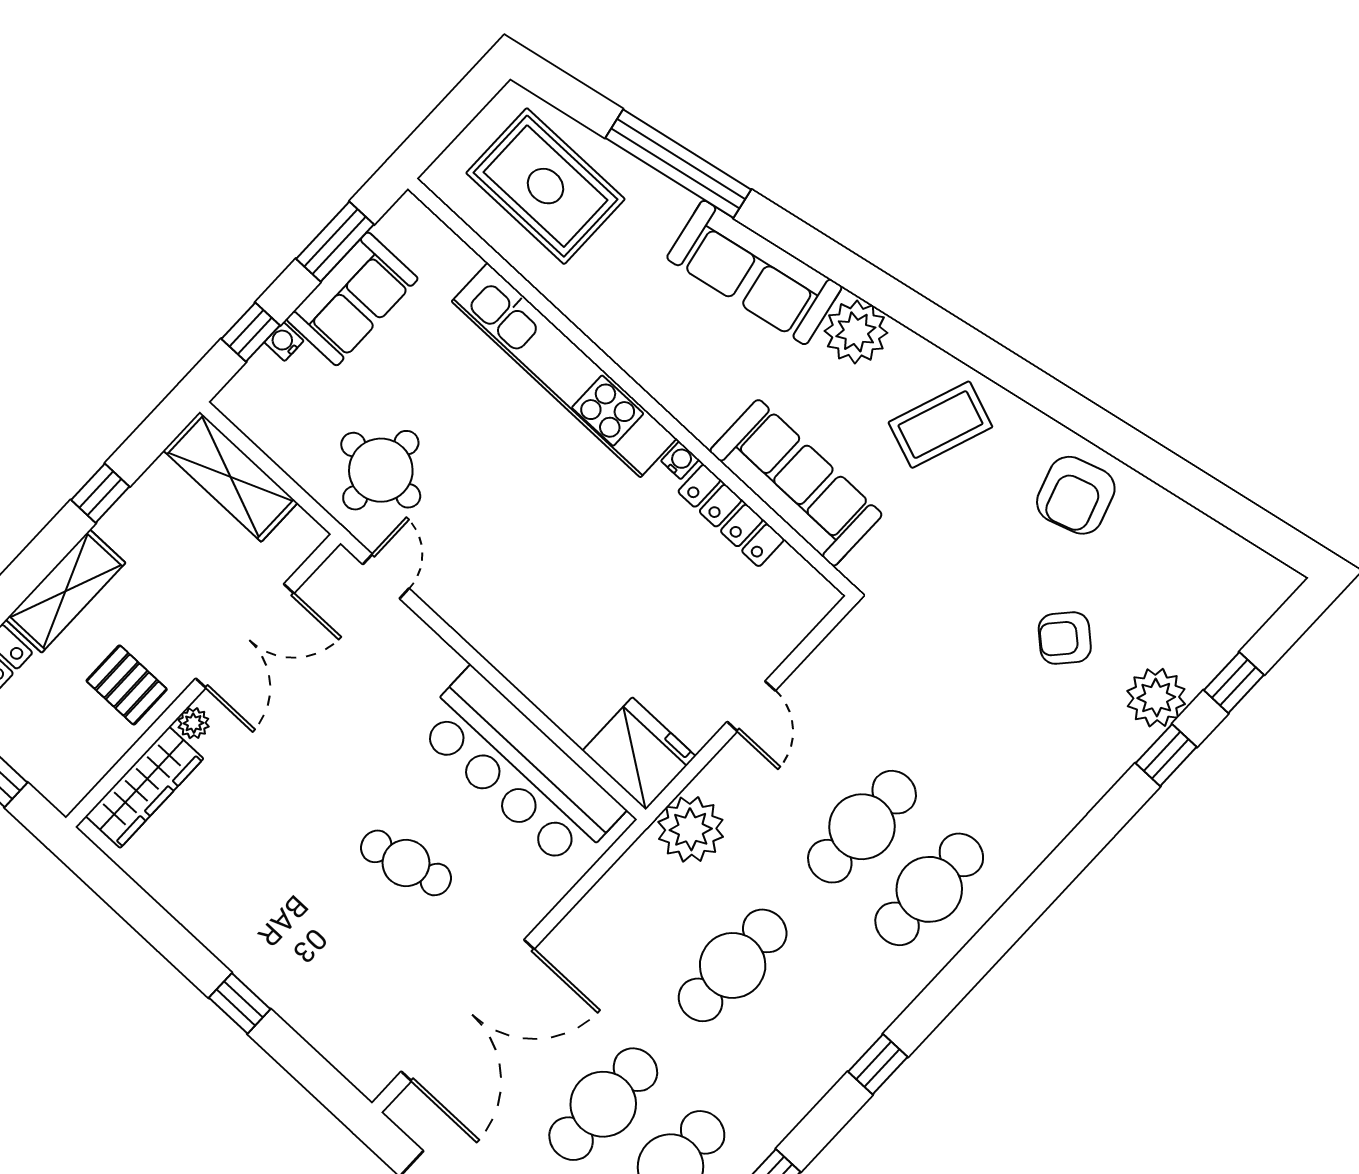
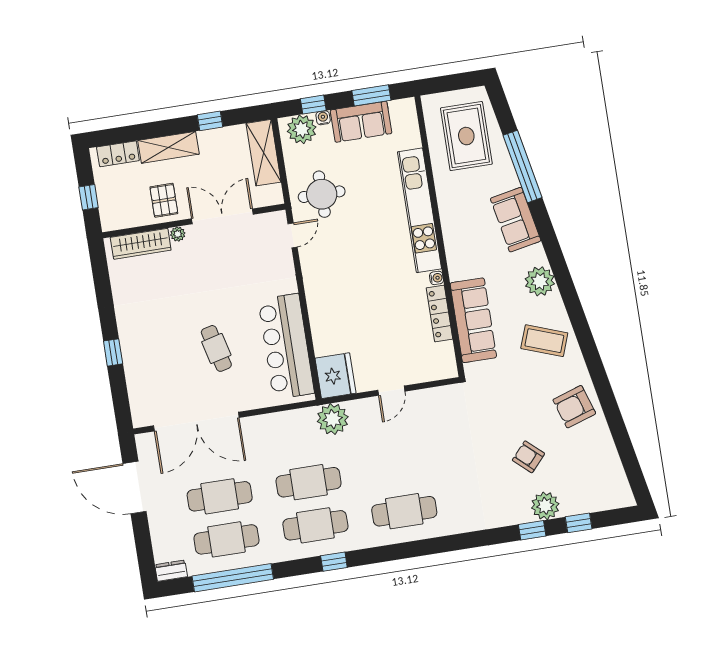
sofa: (754, 272) -> (516, 220), width x0.73
plant: (263, 388) -> (302, 129), added
double door: (245, 636) -> (222, 216), swing flipped
cafe table: (862, 827) -> (315, 525), moved

